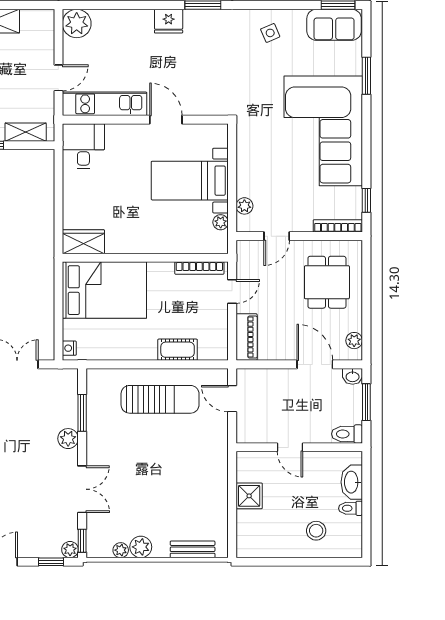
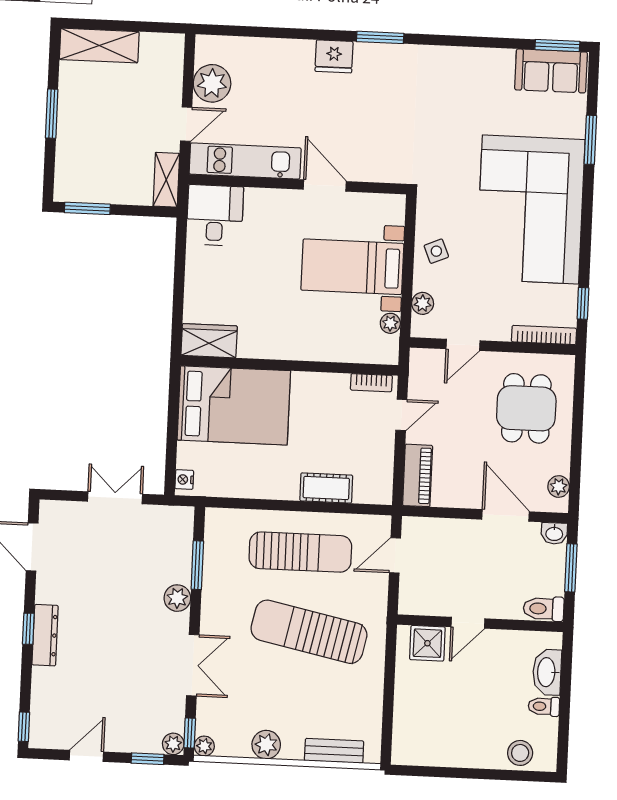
plant: (77, 24) -> (212, 83), moved
side table: (270, 33) -> (436, 251), moved
shelving: (26, 132) -> (166, 180), moved, turned 90
bookcase: (199, 268) -> (371, 383), width x0.64
door: (232, 399) -> (395, 555), hinge flipped
door: (290, 447) -> (468, 623), hinge flipped
sun lounger: (169, 460) -> (309, 632), added
shower: (249, 496) -> (427, 643), moved
stool: (316, 531) -> (520, 753), moved
plant: (121, 550) -> (204, 746), moved

